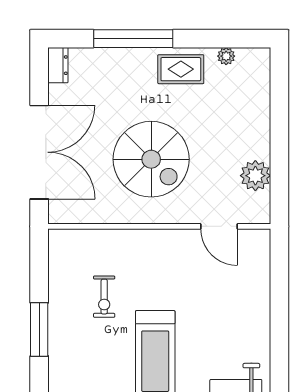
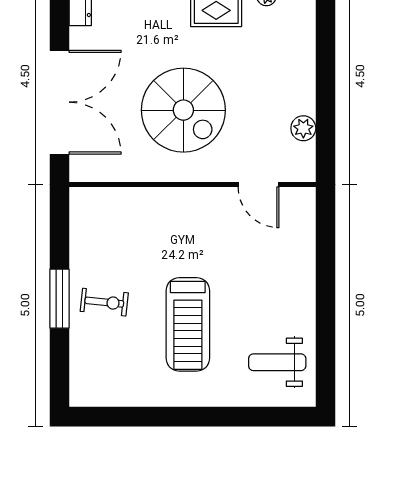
plant: (255, 176) -> (303, 128), width x0.73, depth x0.73
exercise bike: (104, 297) -> (104, 302), moved, turned -84

